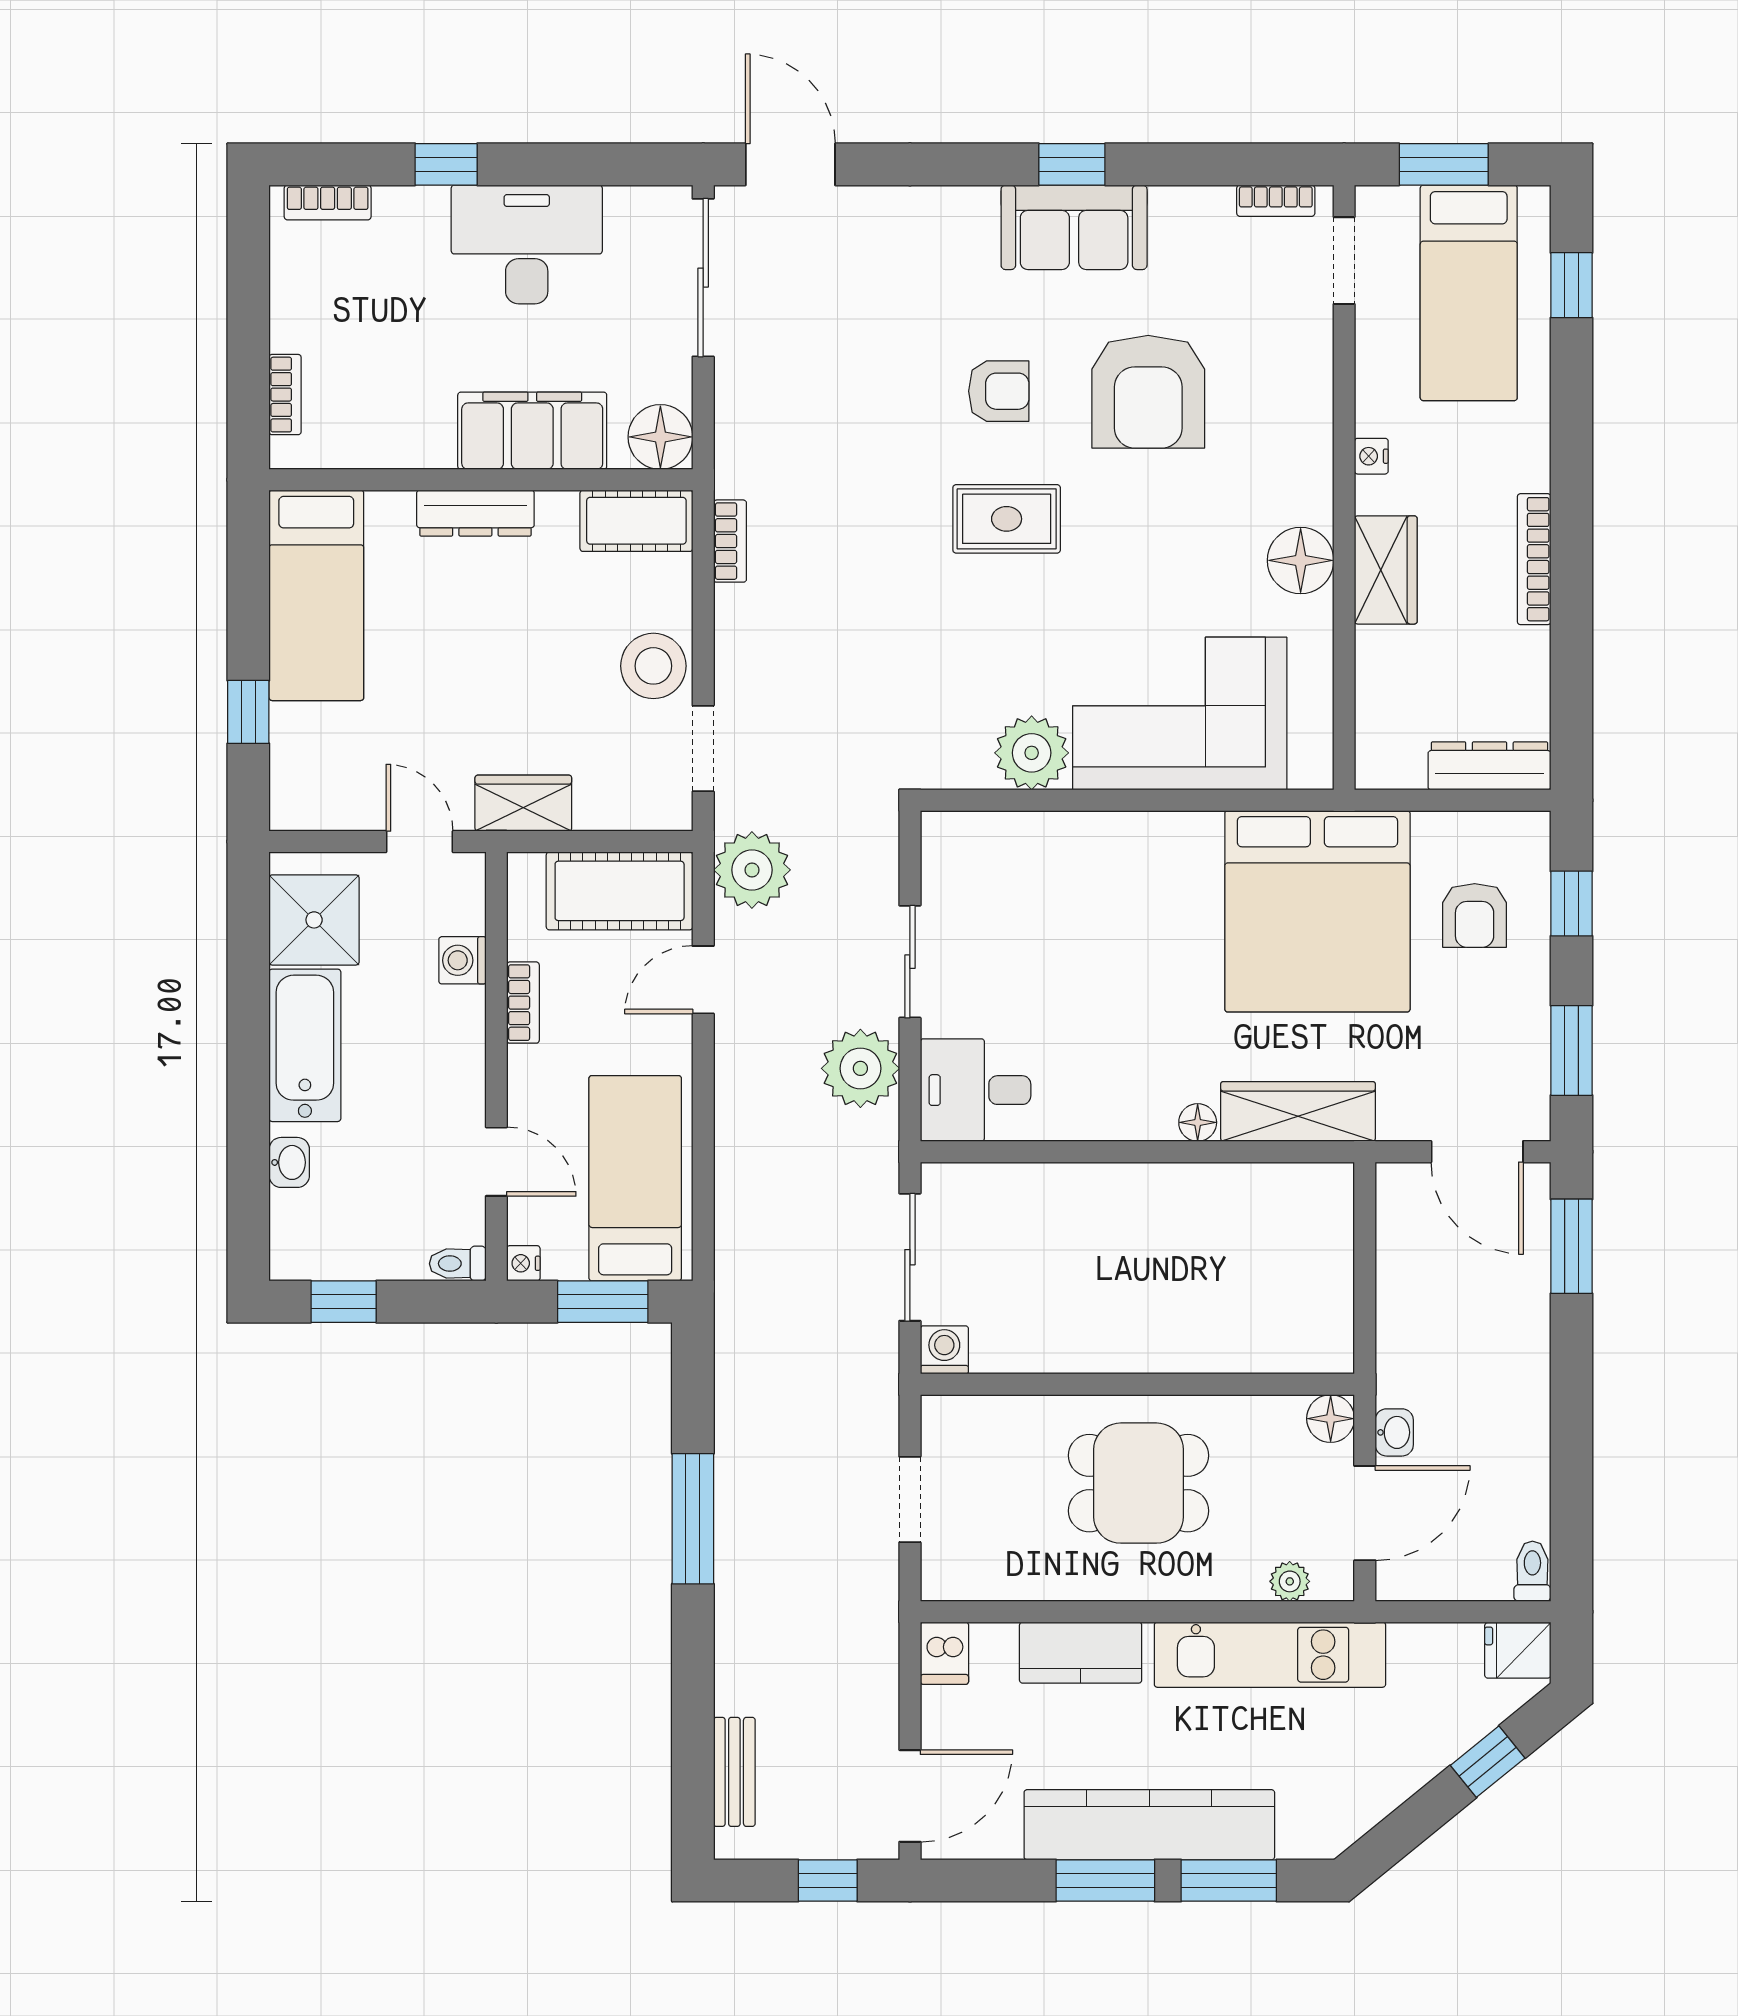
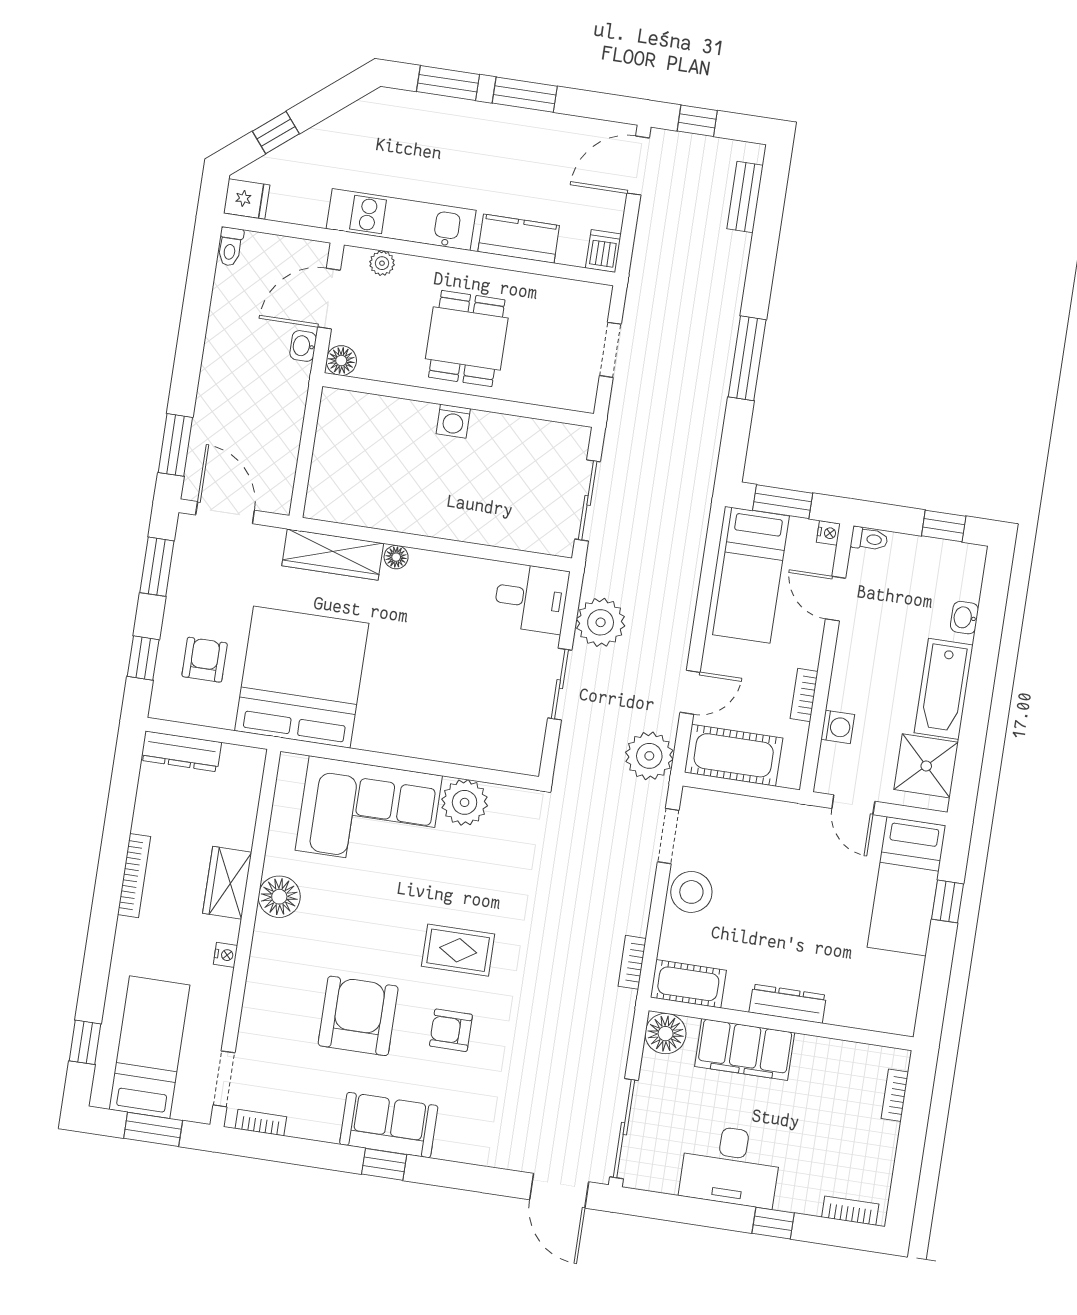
bed: (316, 595) -> (907, 886), moved, turned 180
wardrobe: (523, 803) -> (785, 819), removed
washing machine: (944, 1350) -> (453, 421), moved
dining table: (1139, 1483) -> (467, 338), turned 90
kitchen counter: (1149, 1825) -> (492, 125), removed

